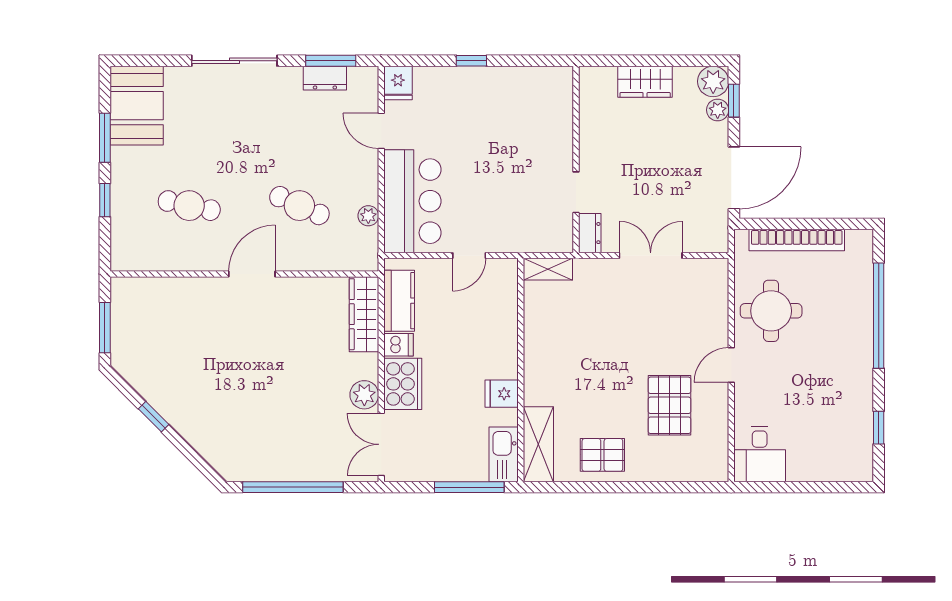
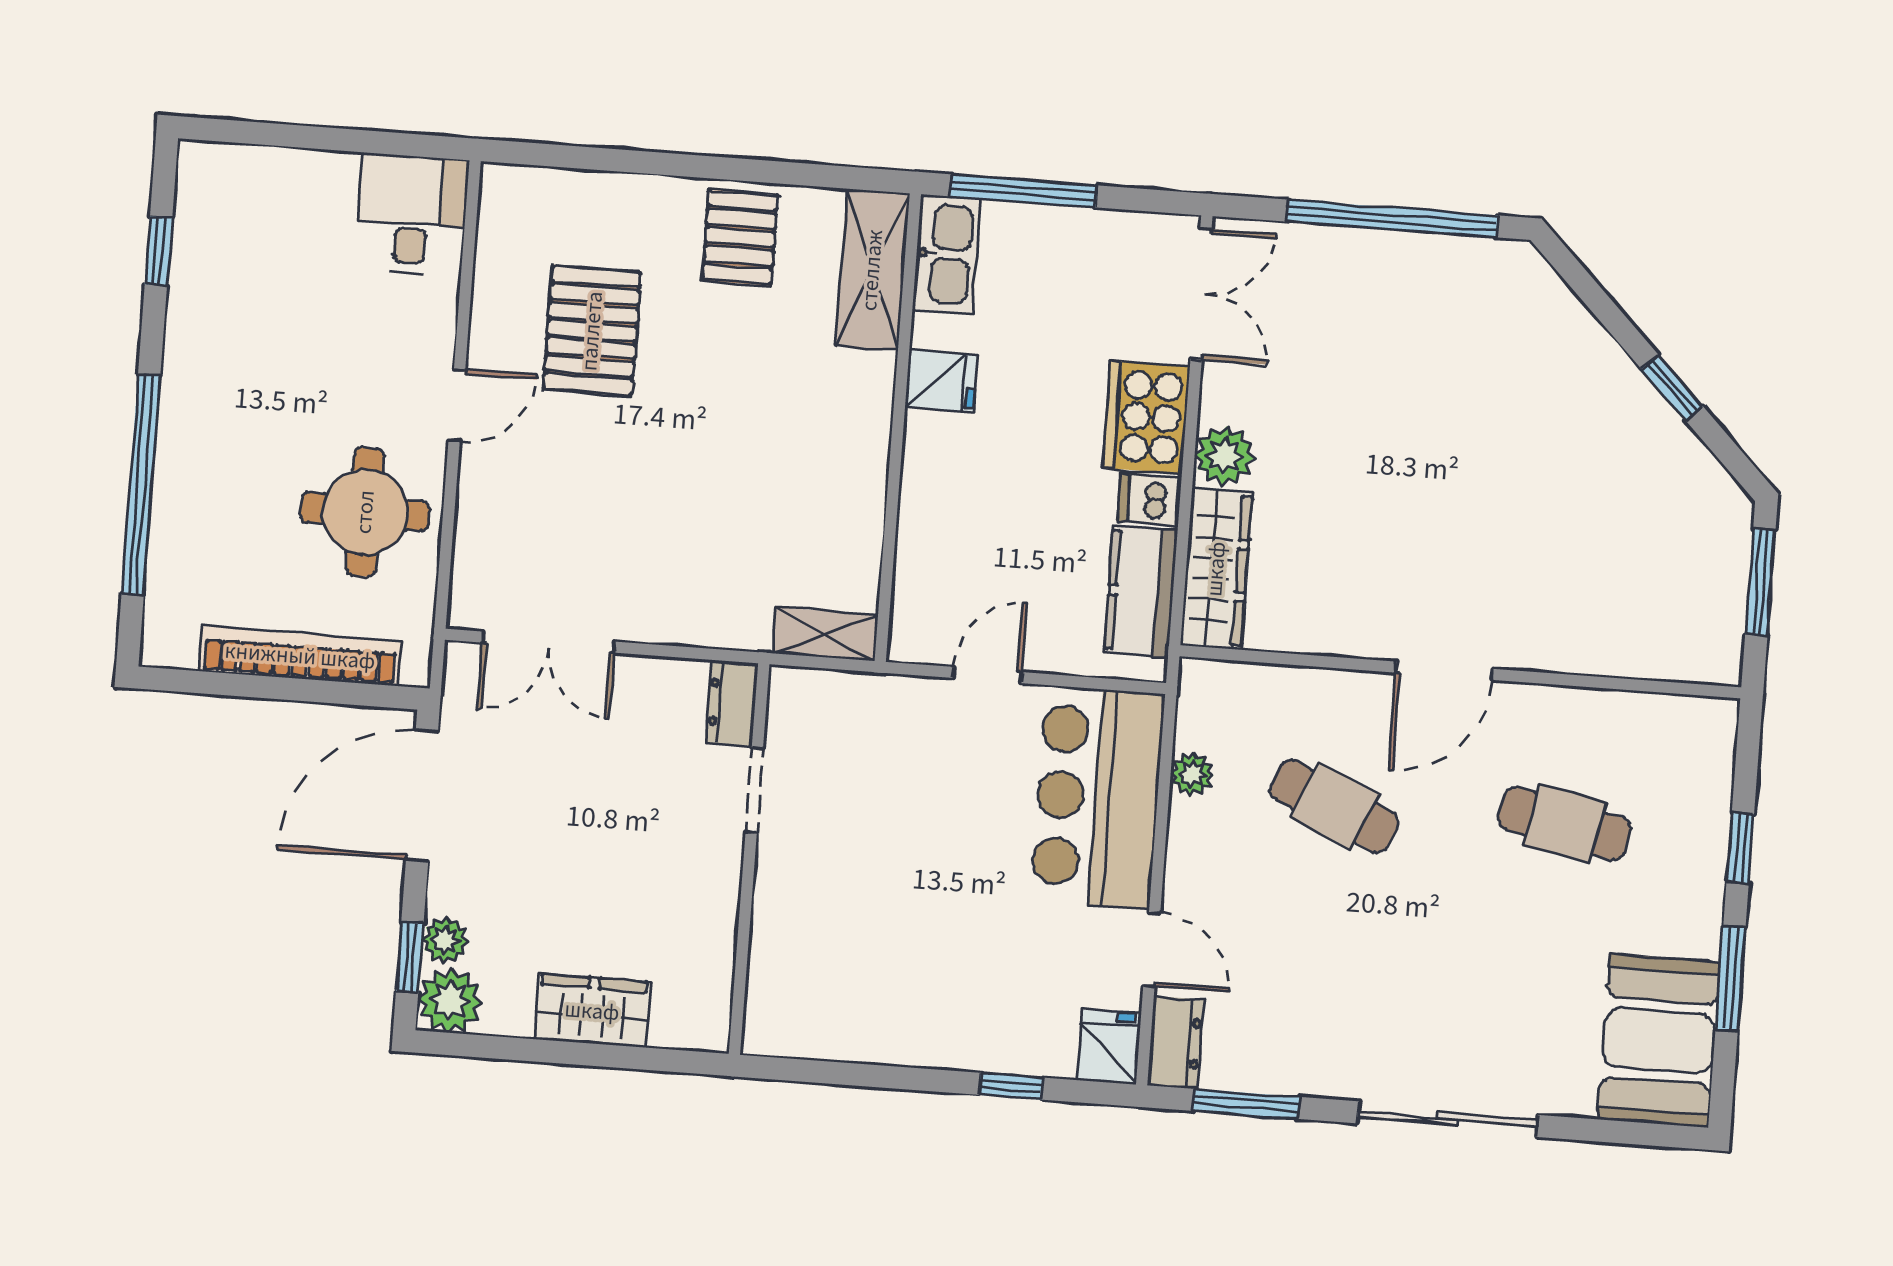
window: (471, 61) -> (1011, 1086), moved
dresser: (325, 78) -> (1176, 1042), moved, turned 90
double door: (651, 256) -> (549, 642), moved
plant: (364, 395) -> (1224, 456), moved
pallet: (602, 455) -> (740, 237), turned 90

